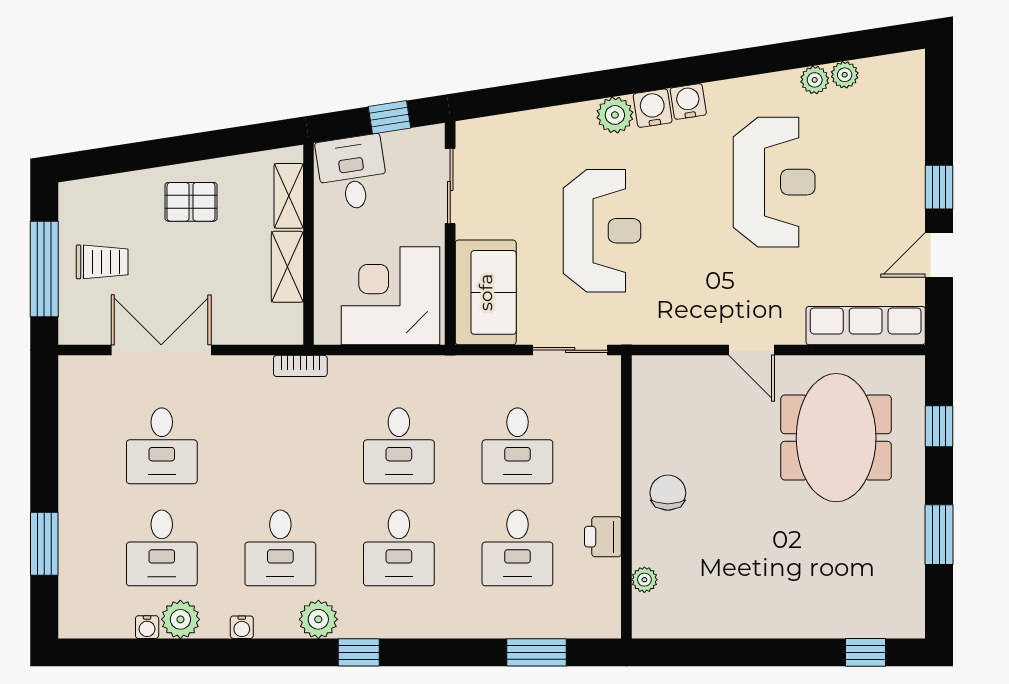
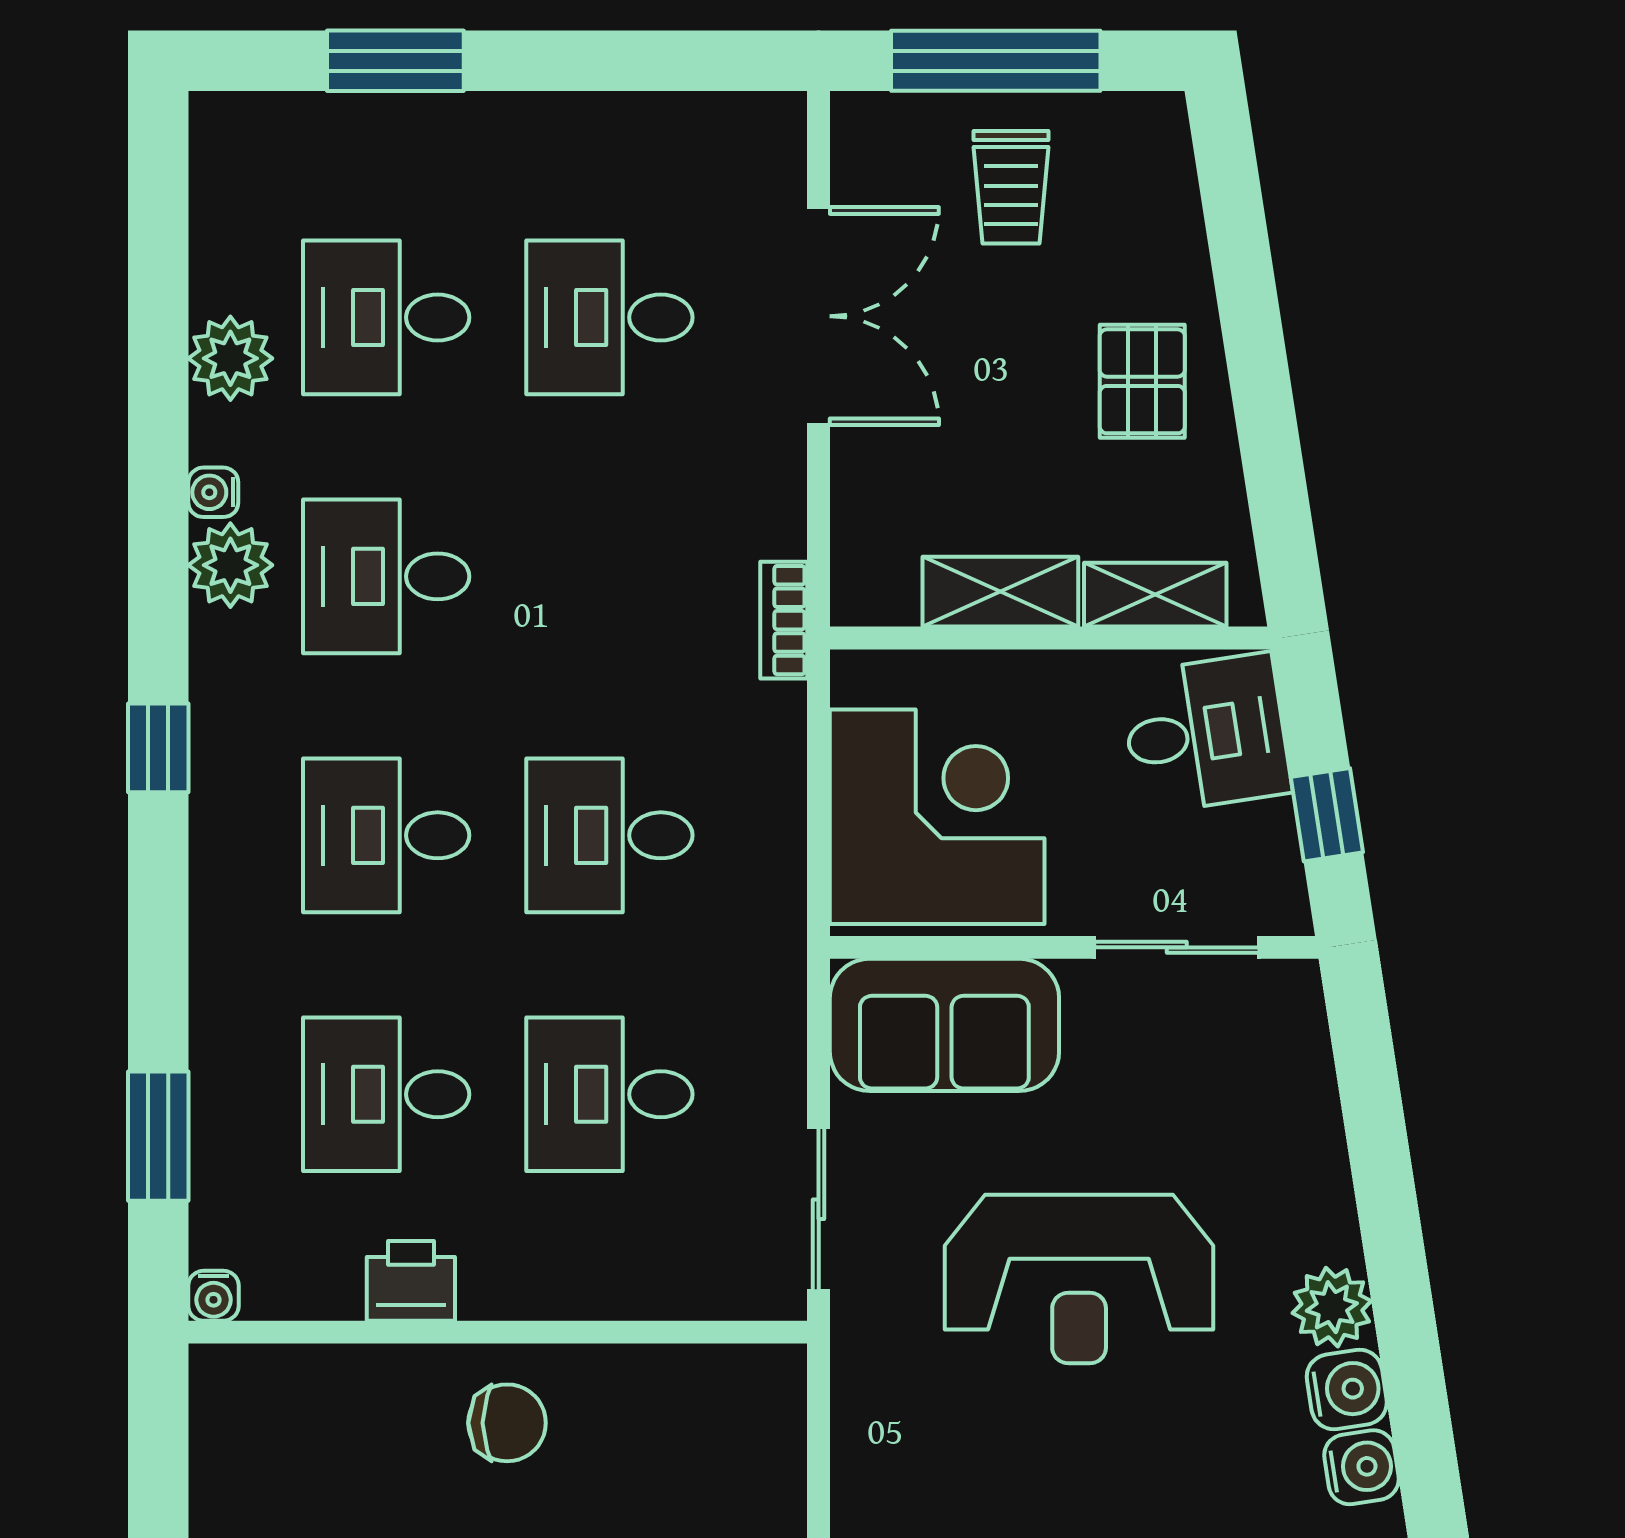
plant: (644, 580) -> (317, 1372), removed
plant: (318, 619) -> (230, 565), moved
water cooler: (147, 627) -> (214, 1296), moved, turned -90

